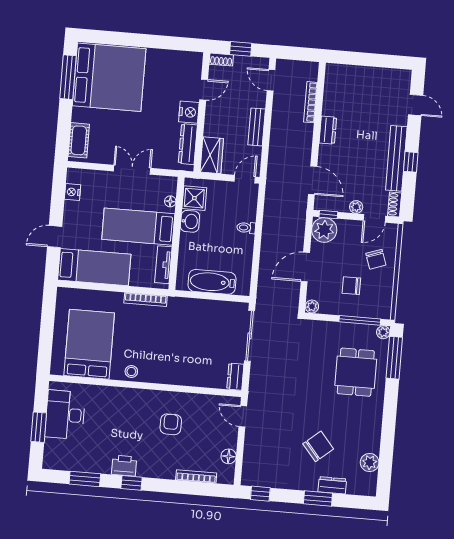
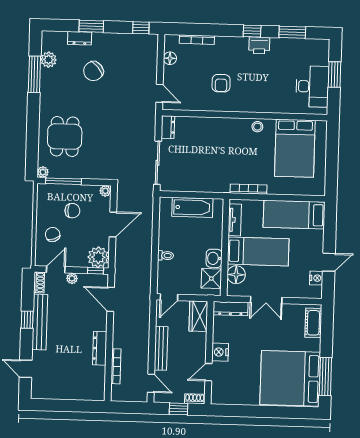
bench: (257, 127) -> (161, 348), width x1.36
dresser: (328, 130) -> (100, 348), width x1.44
dresser: (188, 144) -> (230, 309), moved, turned 90
floor lamp: (170, 201) -> (236, 275), width x1.89, depth x1.89
door: (55, 237) -> (329, 262), moved
window: (394, 358) -> (34, 74), moved

